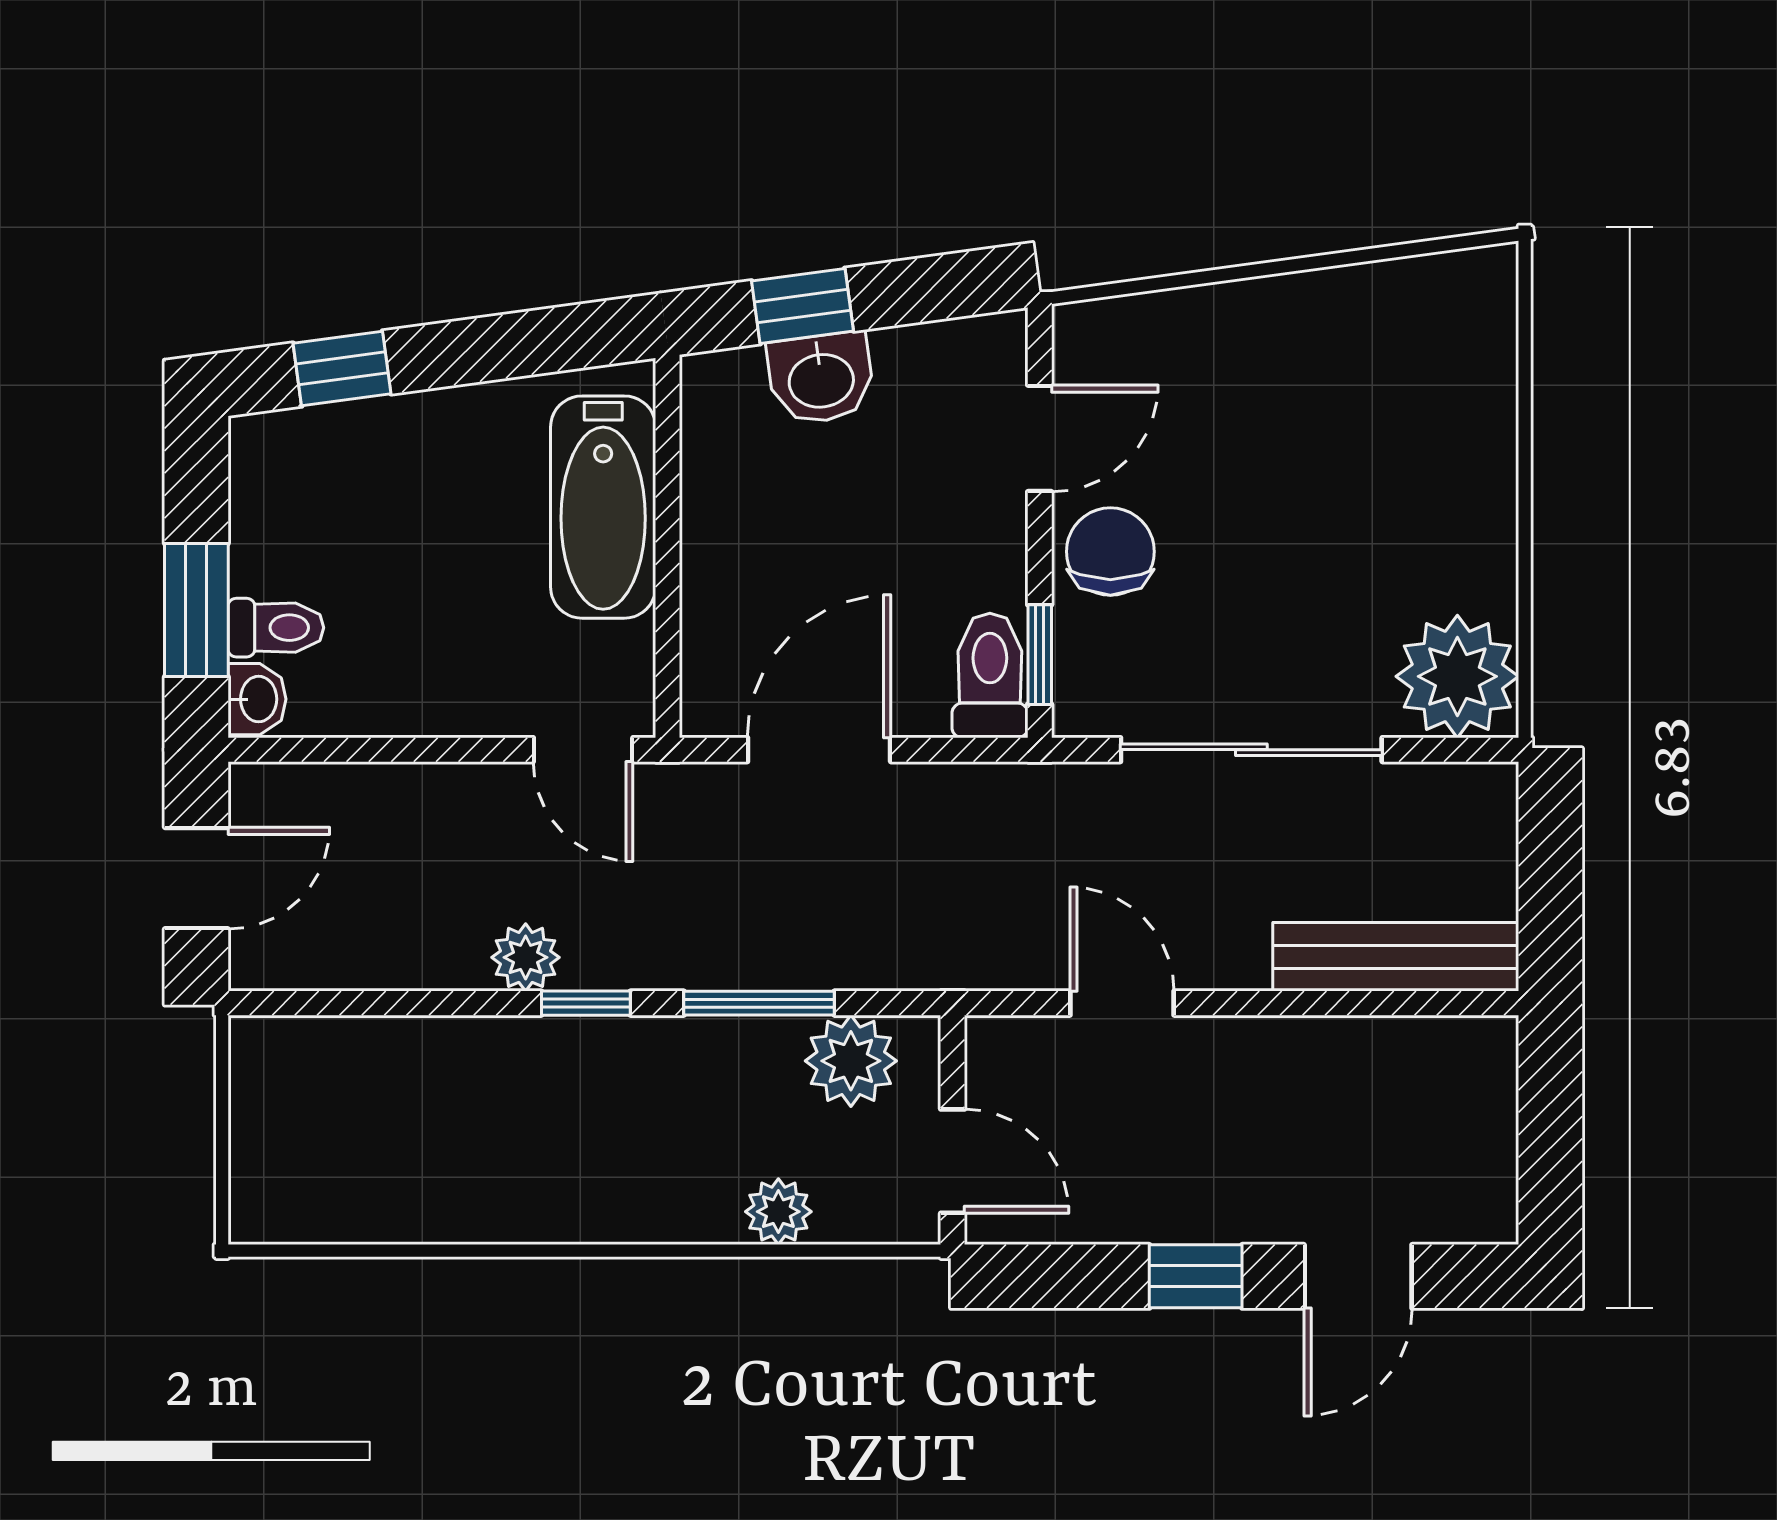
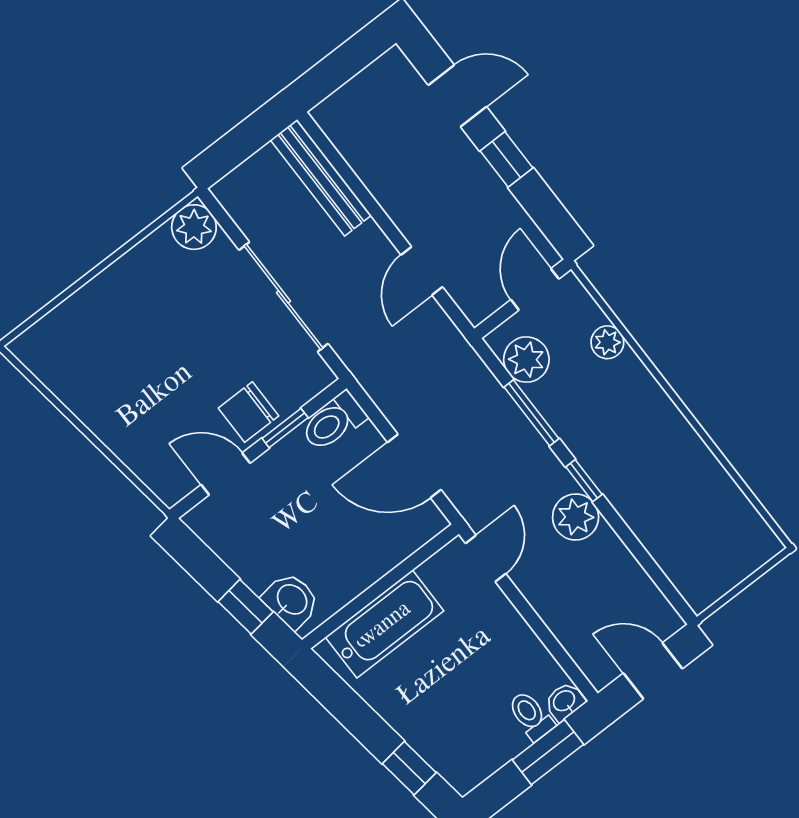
washbasin: (821, 378) -> (291, 600), moved
window: (1040, 655) -> (285, 428), moved
plant: (1457, 676) -> (194, 227), width x0.73, depth x0.73
plant: (526, 957) -> (576, 517), width x1.38, depth x1.38

